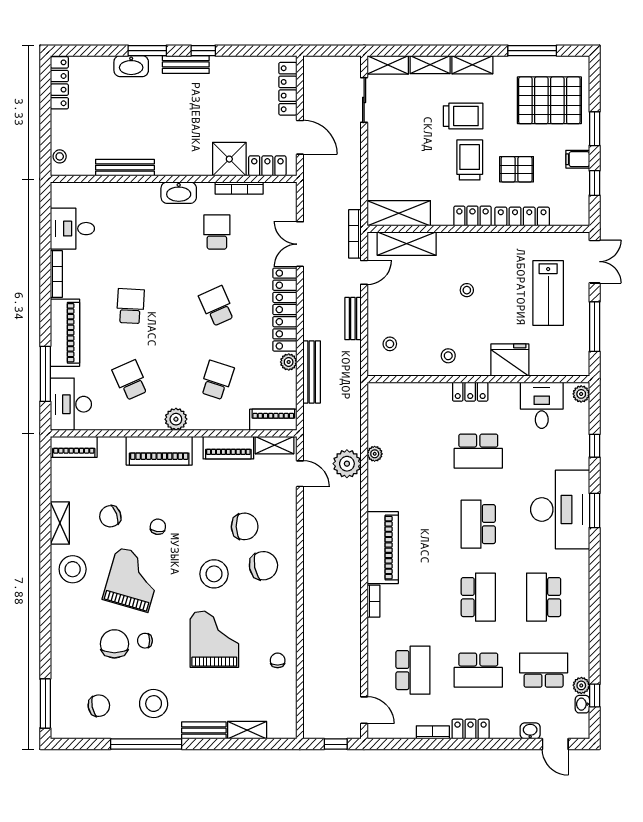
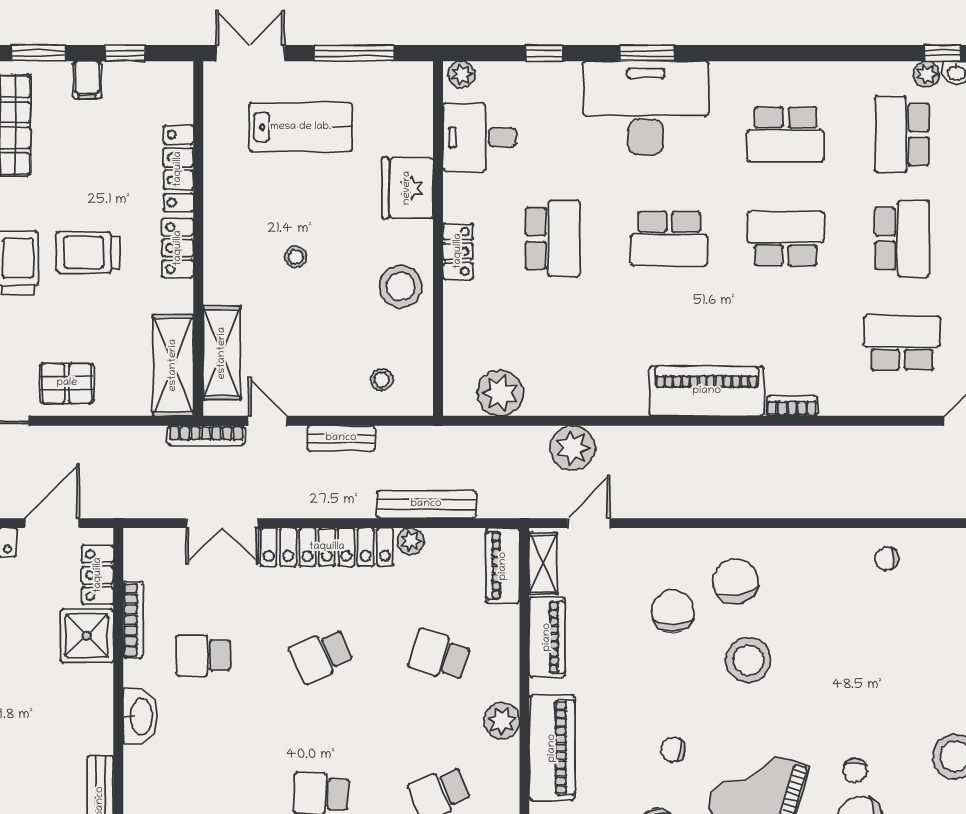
pallet: (517, 169) -> (67, 383), moved, turned 90
stool: (448, 356) -> (401, 286), width x1.89, depth x1.89
plant: (375, 454) -> (500, 393), moved, width x1.88, depth x1.88
grand piano: (214, 639) -> (853, 660), removed

